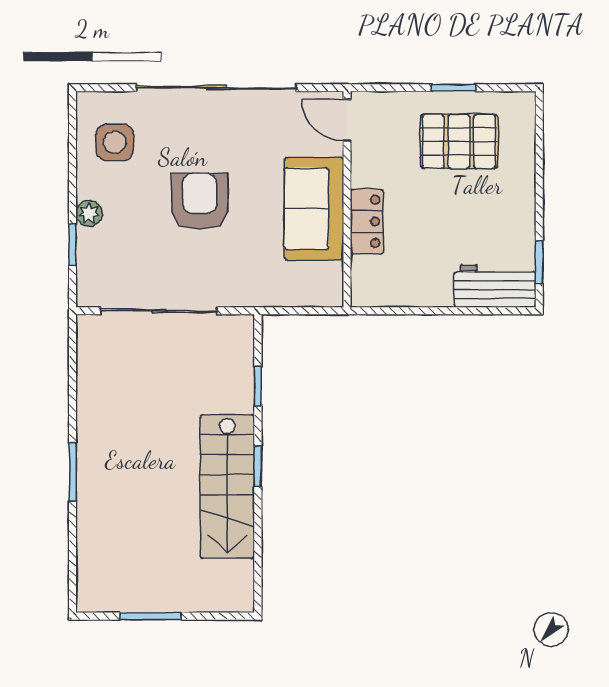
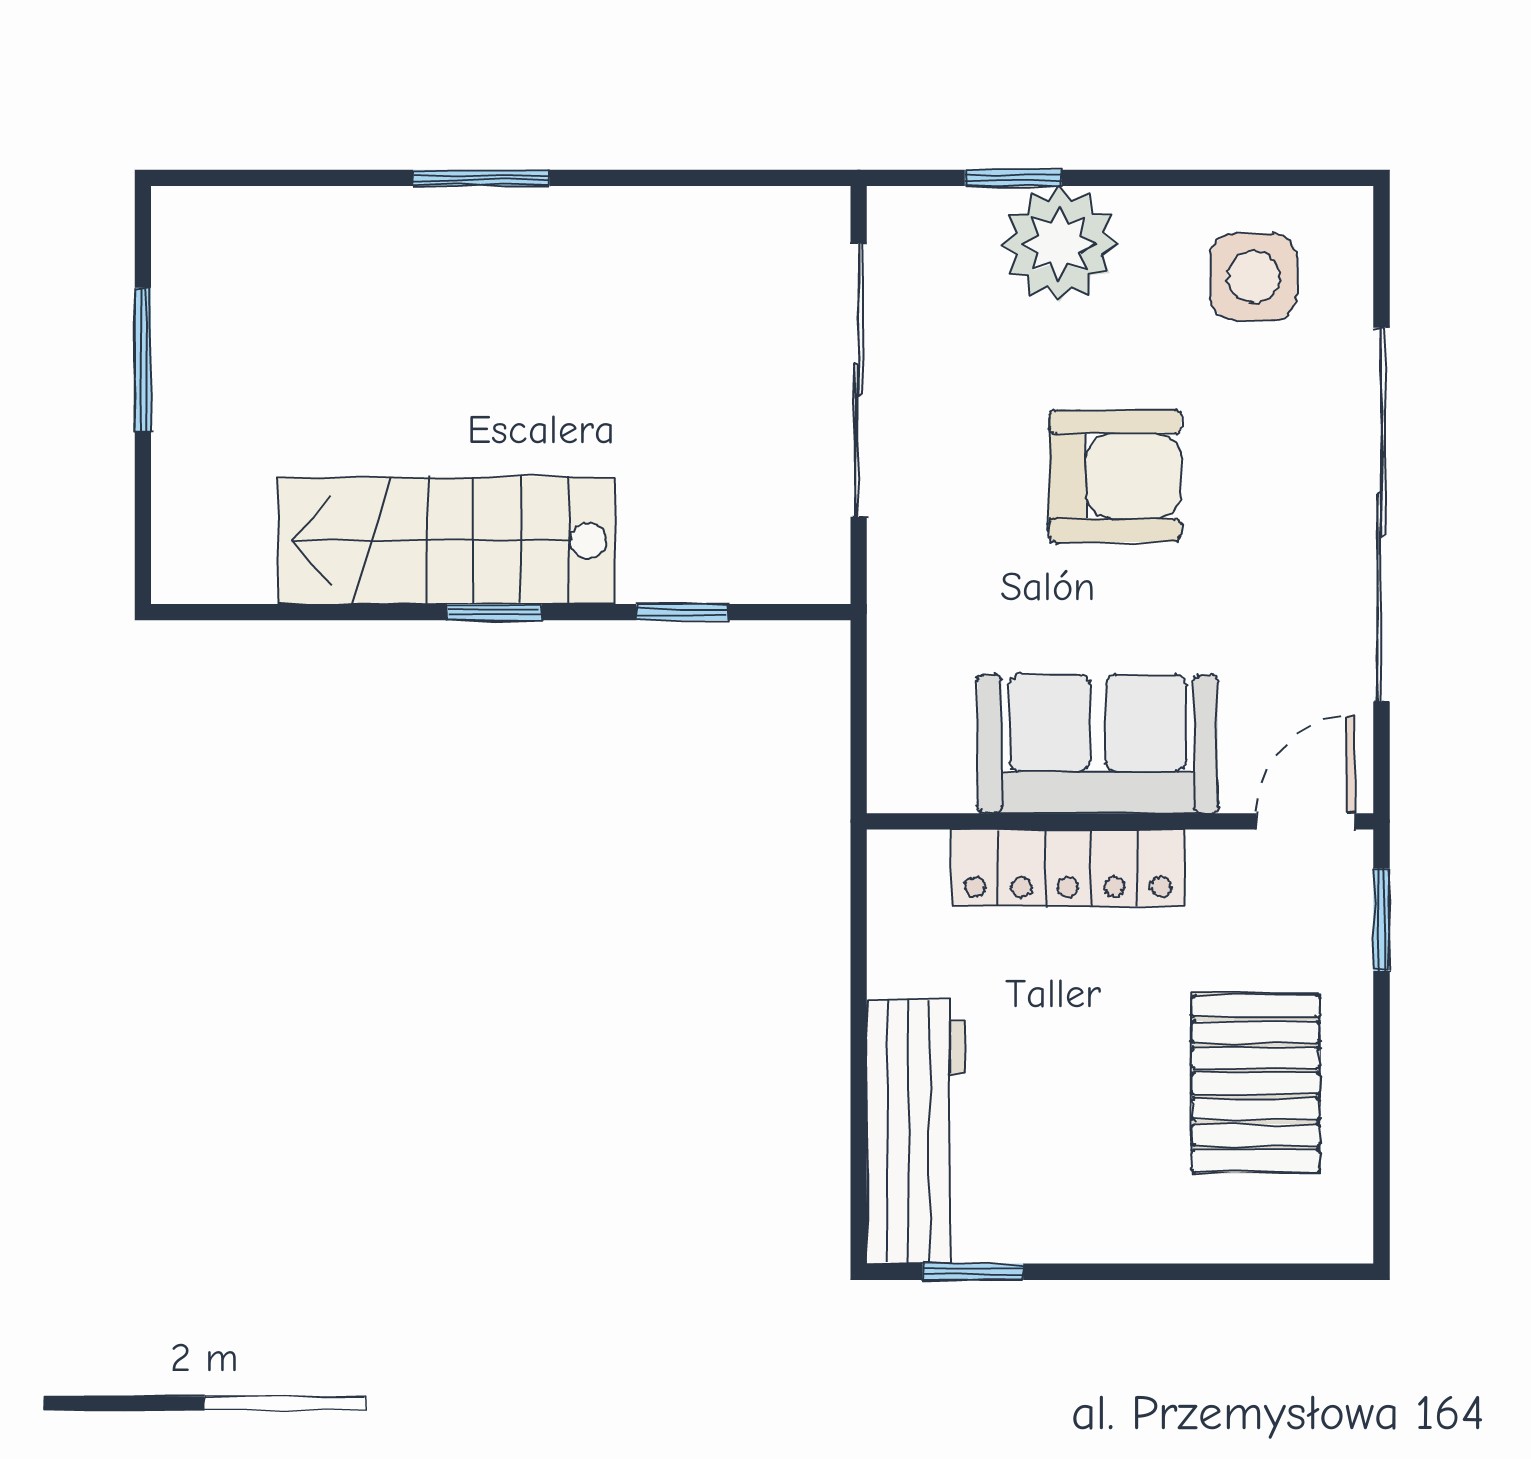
window: (453, 88) -> (1381, 920), moved
plant: (89, 214) -> (1059, 244), width x1.88, depth x1.88
locker: (367, 221) -> (1068, 868), width x1.53
workbench: (495, 286) -> (916, 1132), width x1.38

